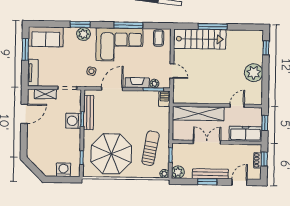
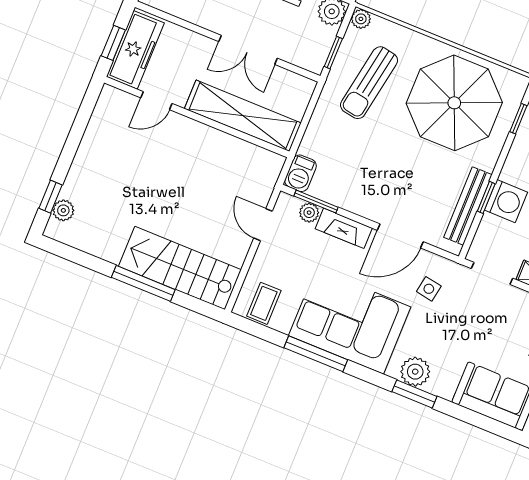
plant: (254, 73) -> (63, 210), moved, width x0.53, depth x0.53
freezer: (245, 134) -> (135, 50), moved, turned -90

